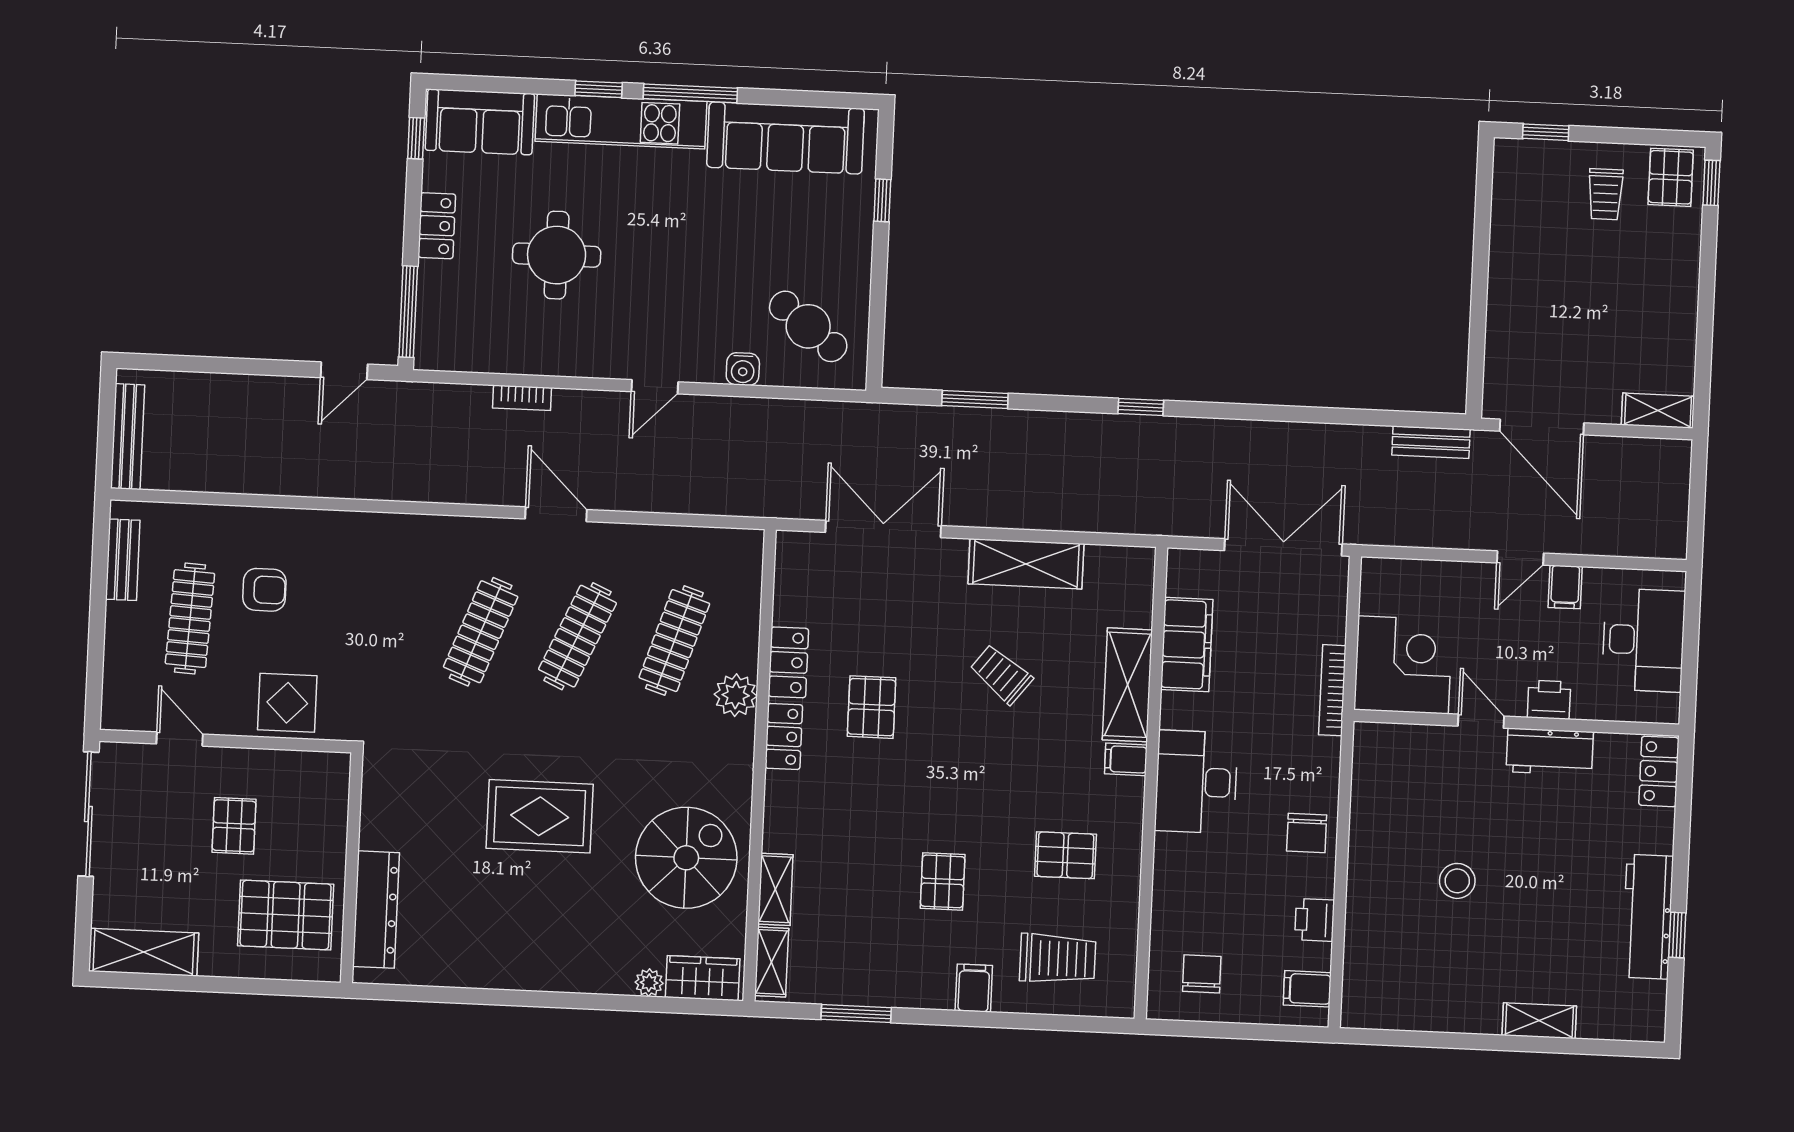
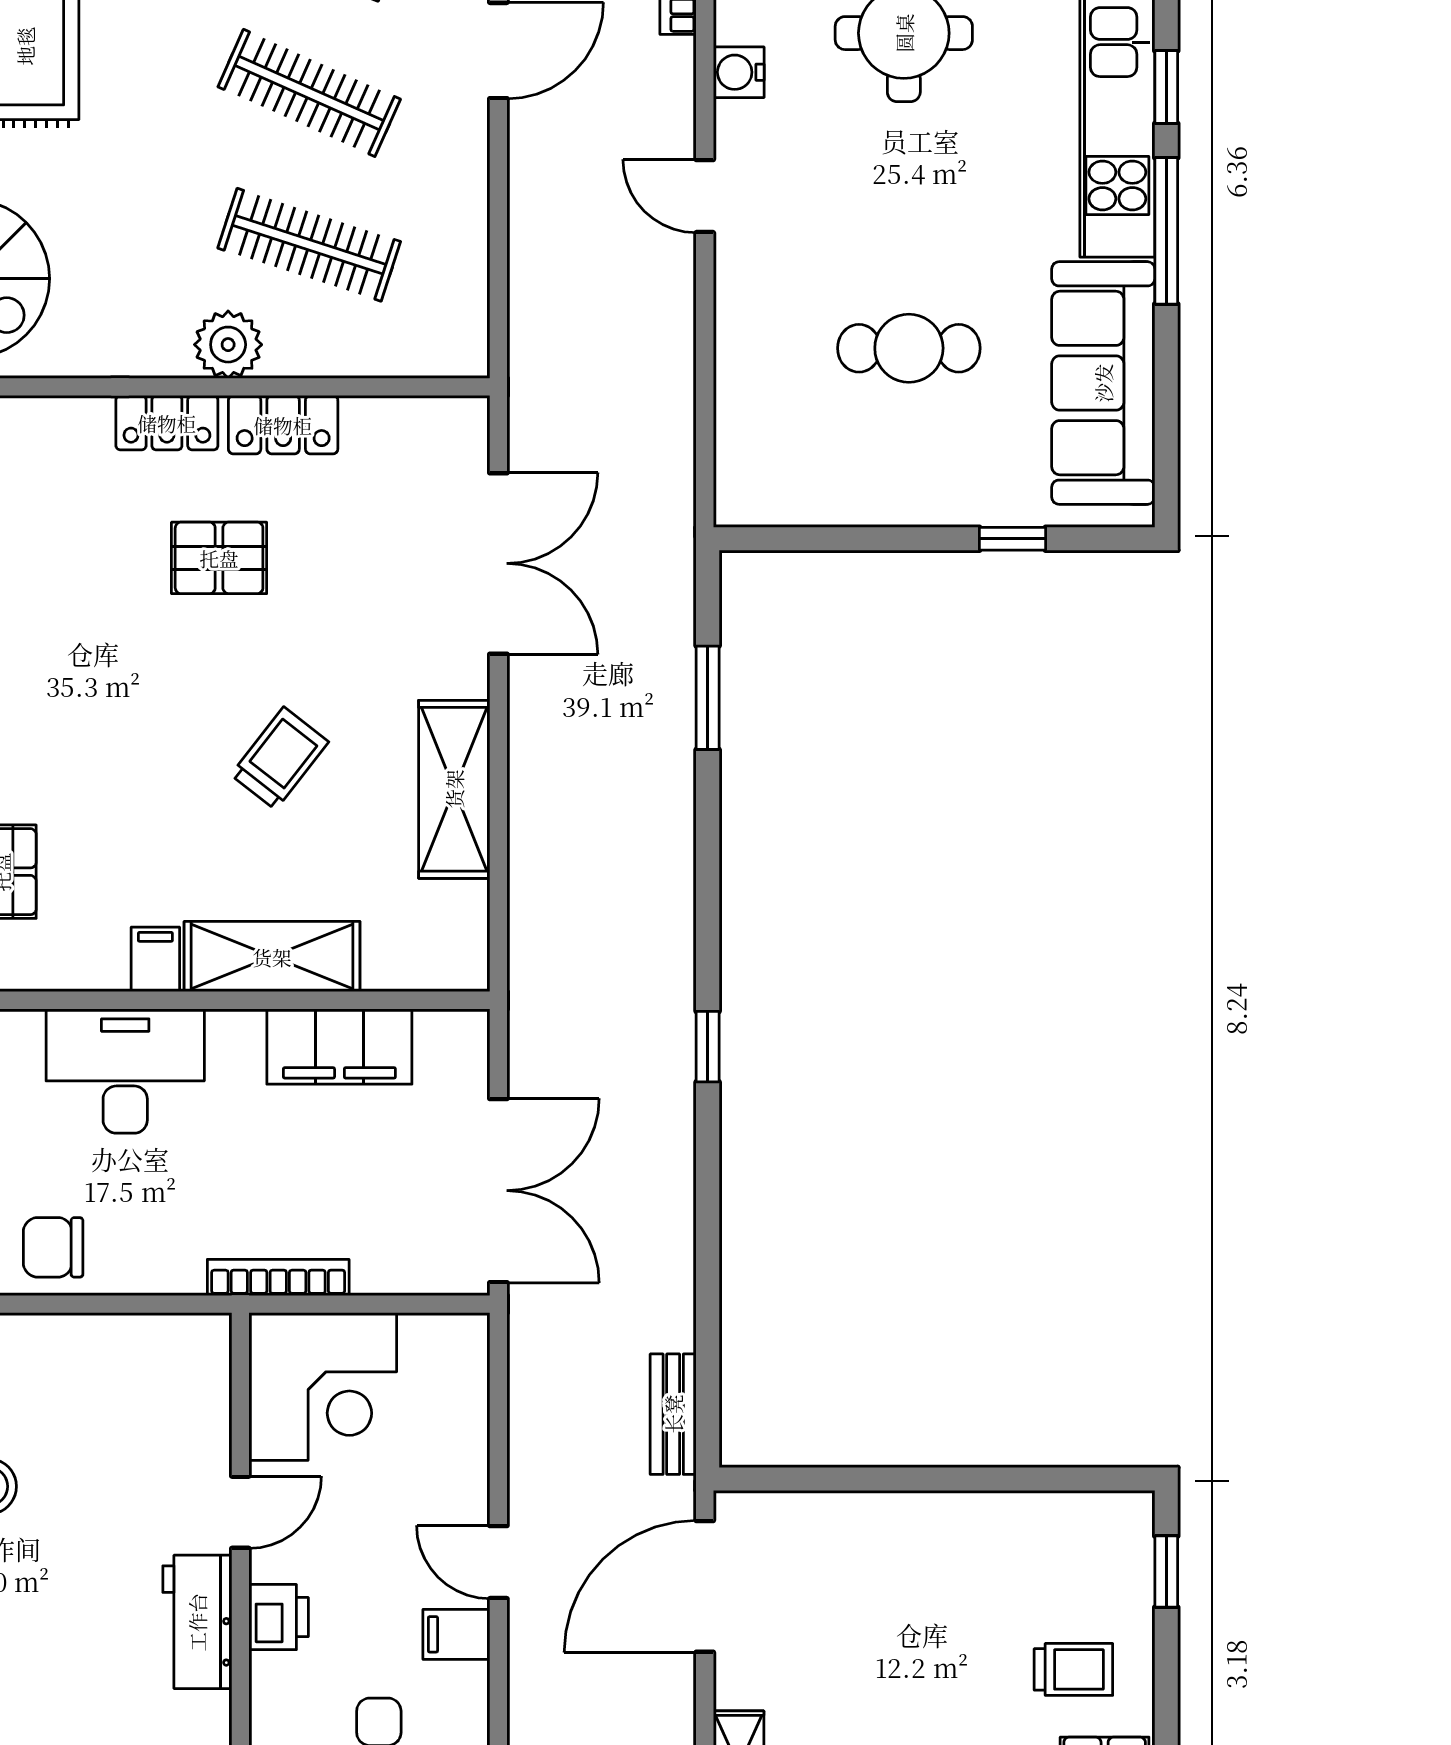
trolley: (1605, 194) -> (1073, 1669), turned 180
cafe table: (808, 326) -> (909, 348), moved, turned 52
water cooler: (743, 369) -> (739, 72), moved
window: (1141, 407) -> (708, 1047), moved

